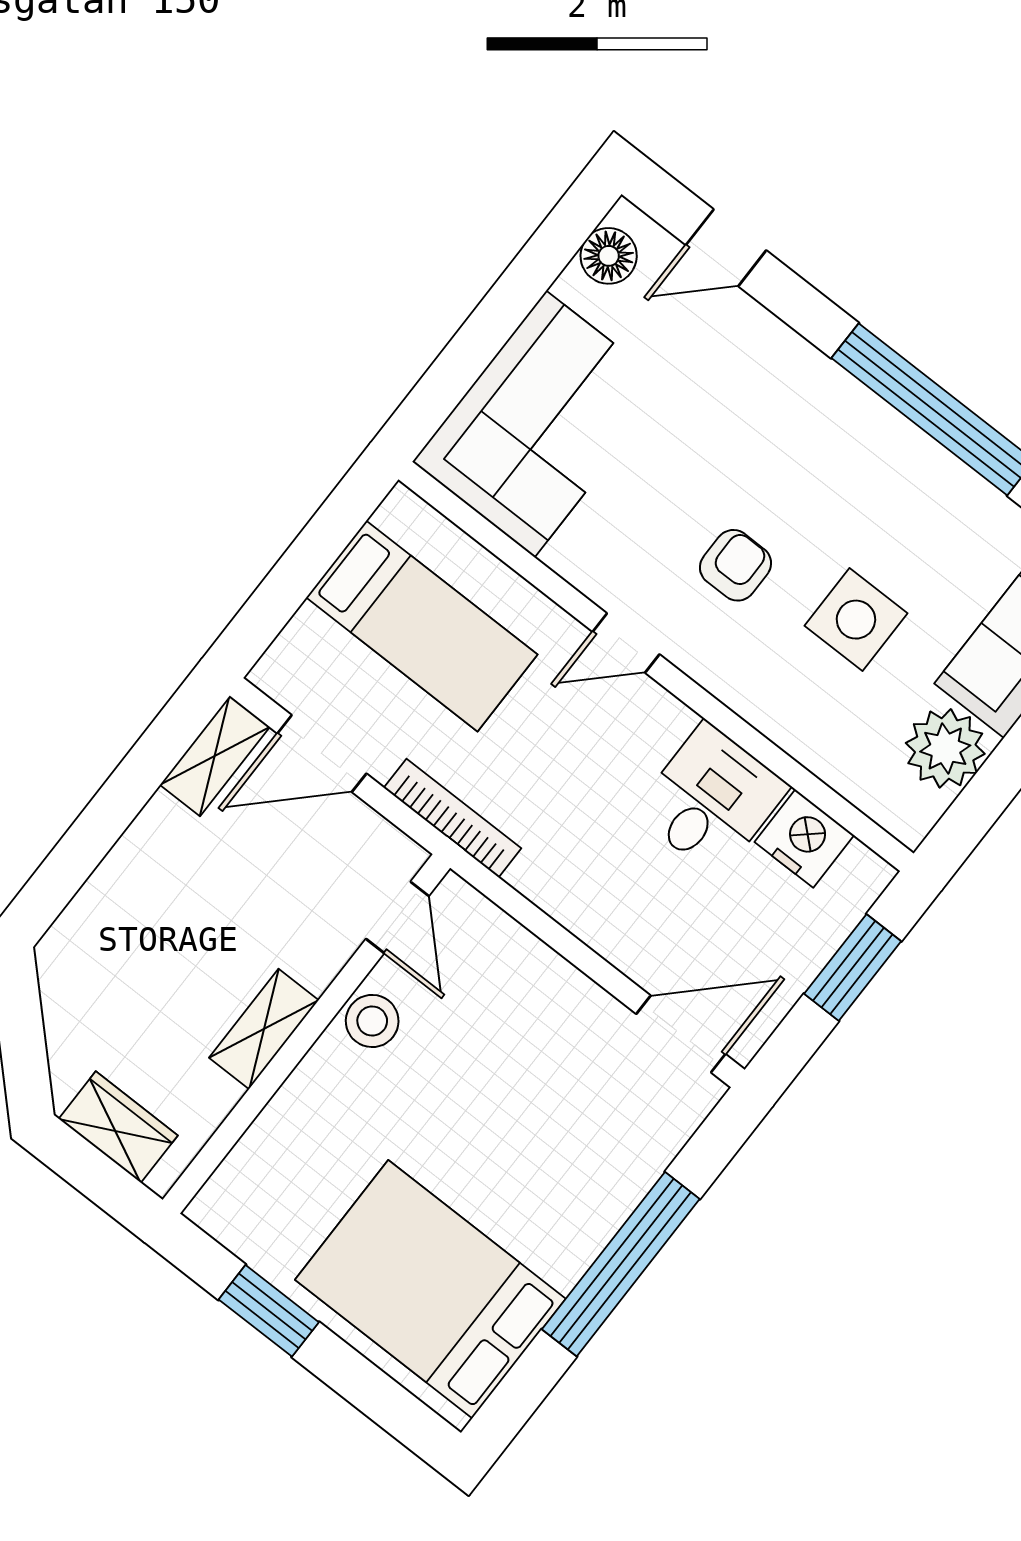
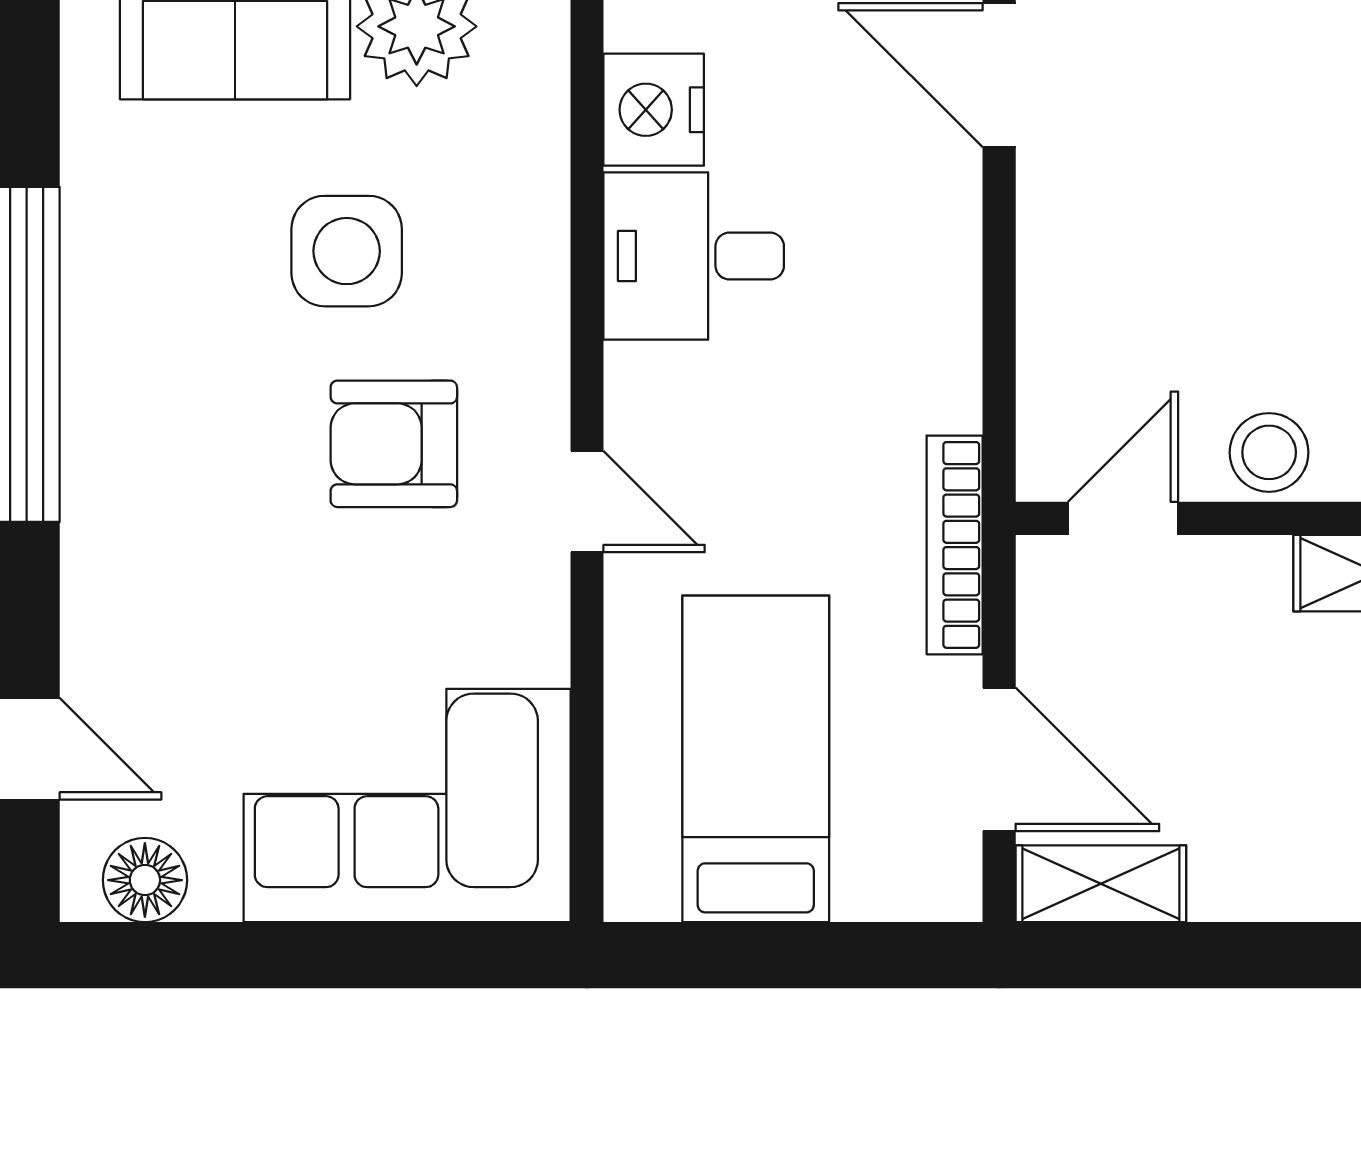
armchair: (735, 565) -> (394, 444), width x1.38, depth x1.38

